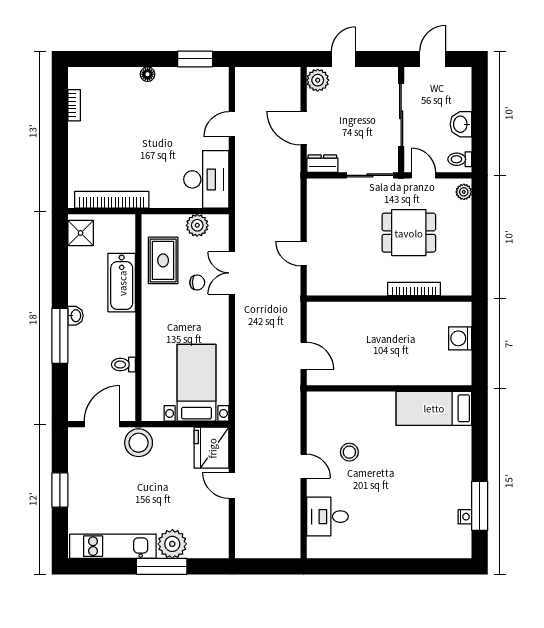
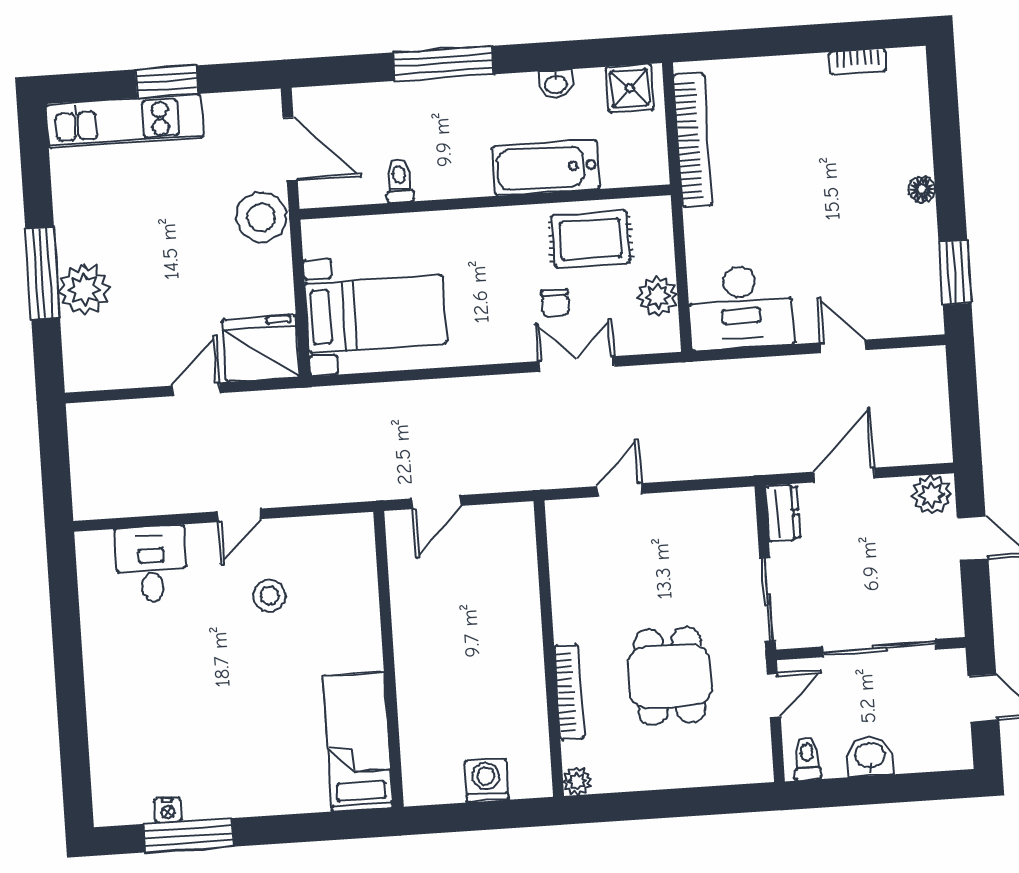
plant: (464, 192) -> (577, 781), moved
washbasin: (75, 316) -> (556, 84), moved
kitchen unit: (113, 546) -> (125, 121), moved, turned 90

